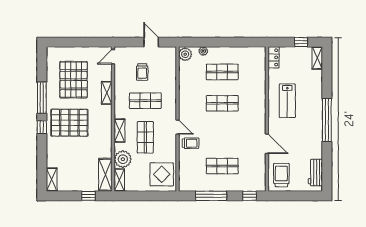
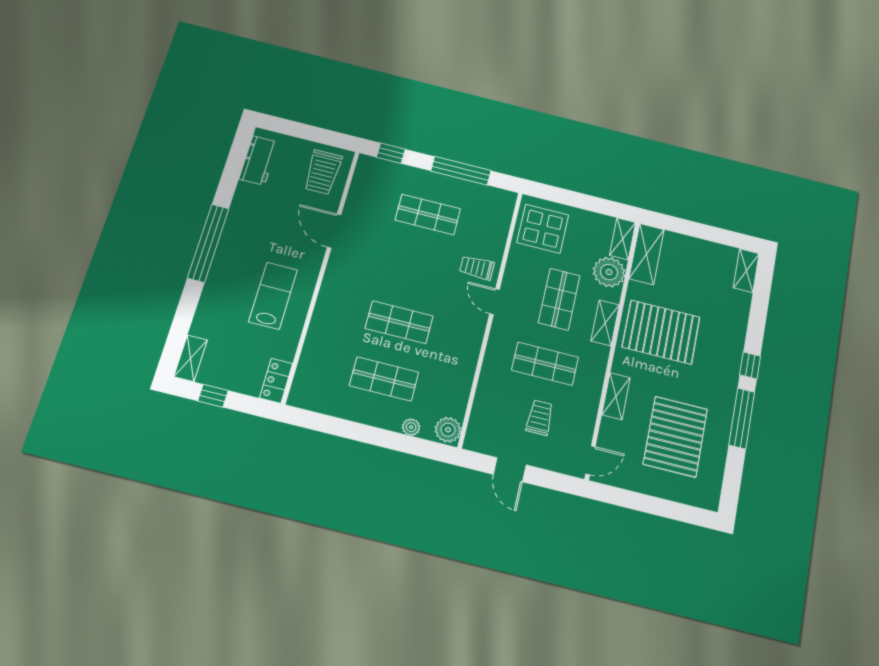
pallet: (69, 123) -> (661, 332), moved
window: (88, 196) -> (684, 227), removed

